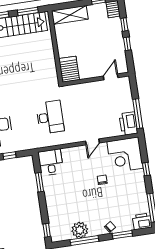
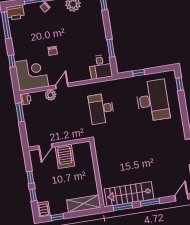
server rack: (69, 69) -> (65, 156), moved
window: (138, 114) -> (20, 112), width x0.69
printer: (128, 124) -> (26, 99), width x0.53, depth x0.68
plant: (105, 132) -> (51, 95), added

